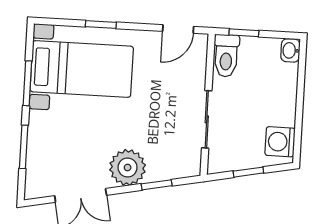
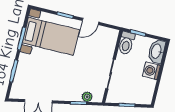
door: (178, 29) -> (91, 21), moved
washbasin: (290, 50) -> (157, 51), width x1.91, depth x1.45
washing machine: (280, 142) -> (151, 71), moved
plant: (128, 167) -> (87, 97), moved, width x0.53, depth x0.53

